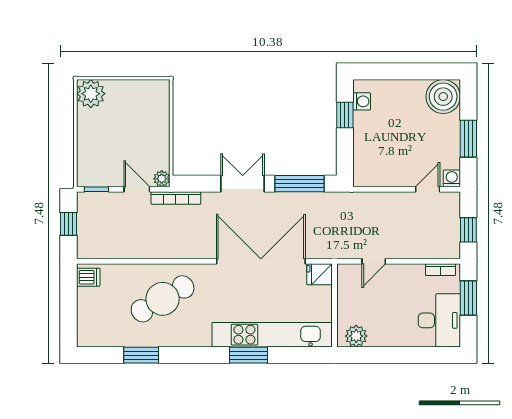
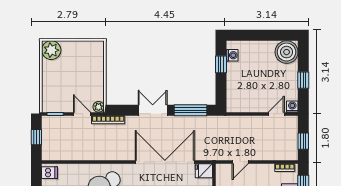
window: (468, 139) -> (303, 80), width x0.67

